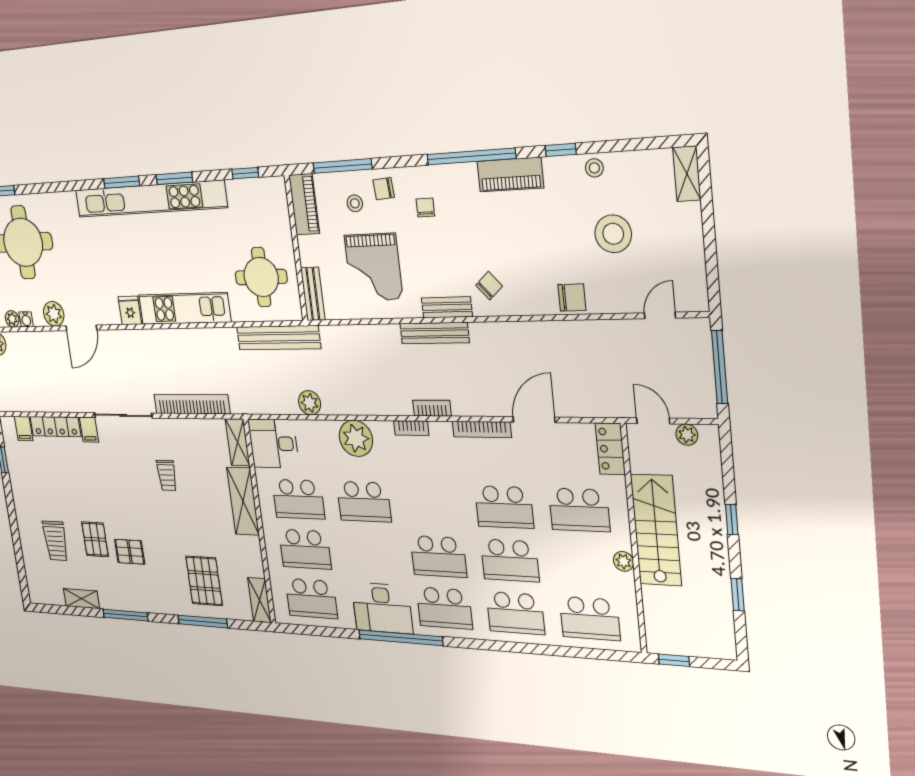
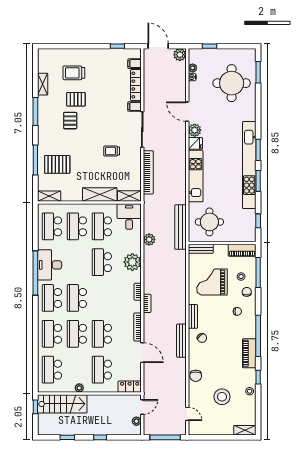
plant: (54, 314) -> (195, 130), moved
bench: (434, 333) -> (181, 341), moved
stairs: (656, 530) -> (62, 404), moved

